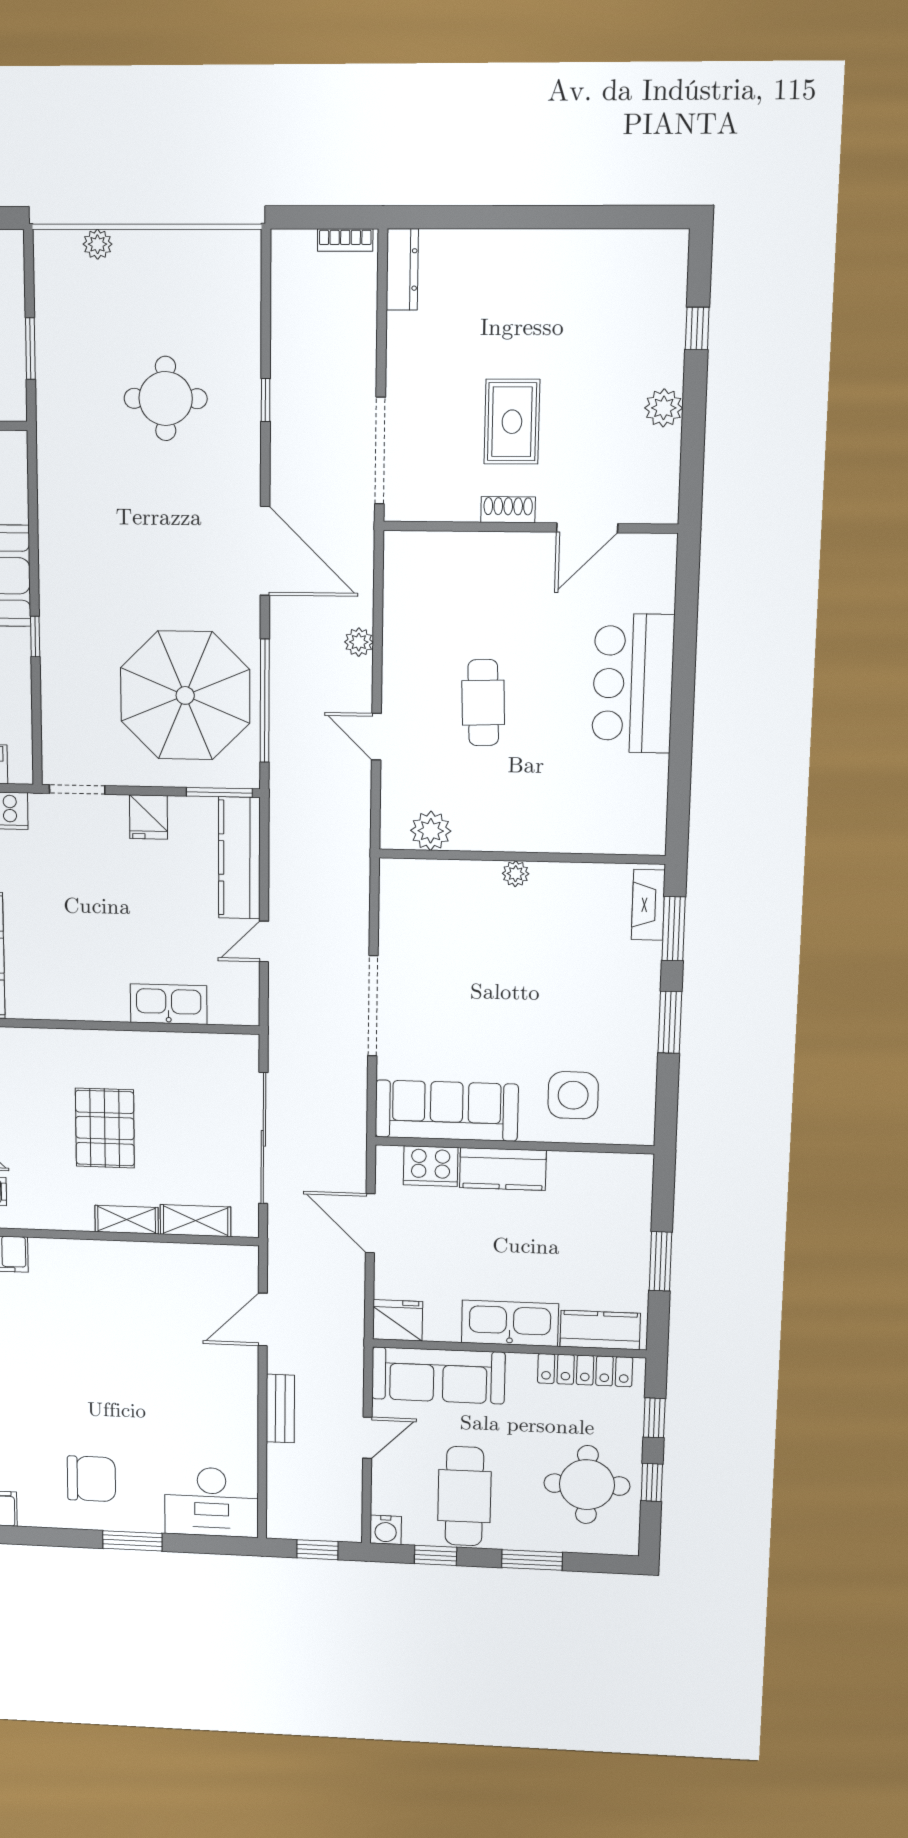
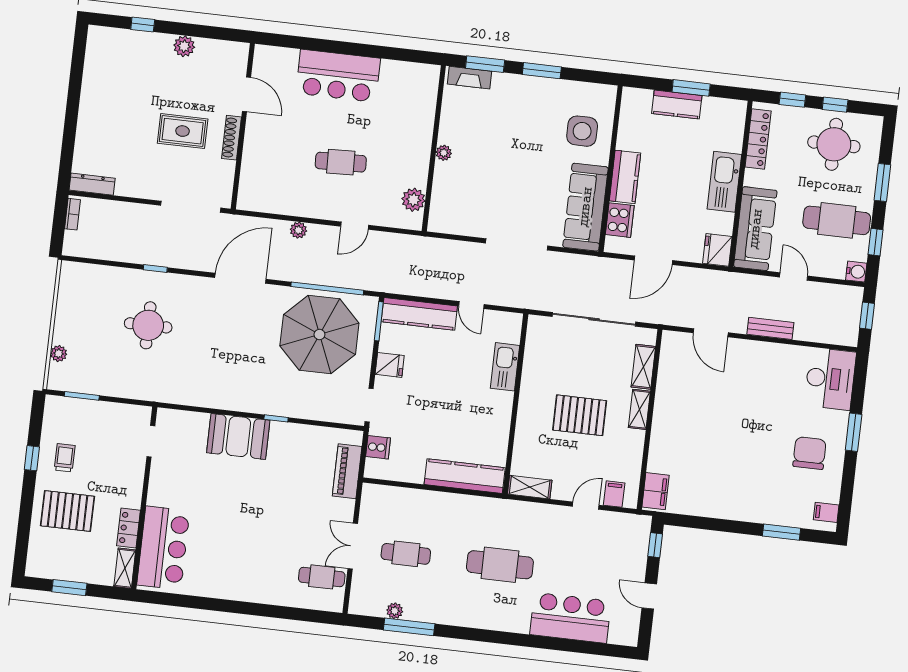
window: (30, 349) -> (82, 396), moved
shoe rack: (508, 510) -> (232, 138), width x1.43
kitchen counter: (600, 1330) -> (677, 105), moved, turned -90

